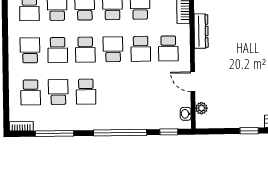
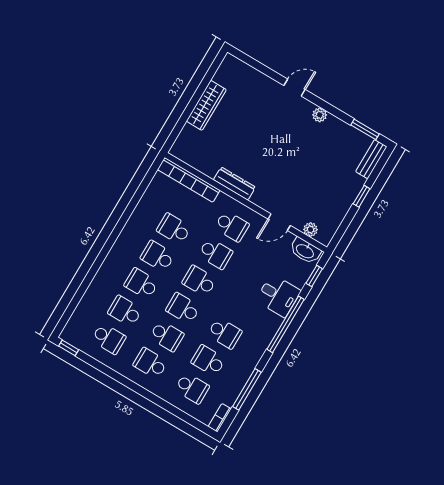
school desk: (85, 50) -> (183, 308), turned 180
desk: (138, 114) -> (278, 296), added
washbasin: (186, 114) -> (305, 251), width x1.91, depth x1.45

